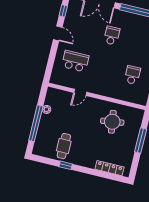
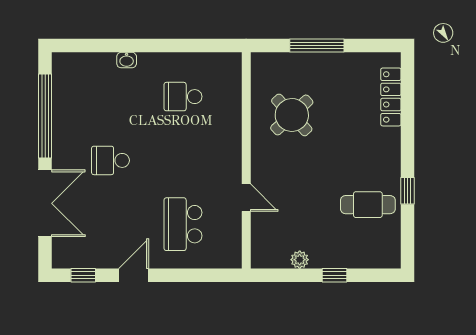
round table: (112, 122) -> (292, 115), turned -35
window: (36, 123) -> (334, 275), width x0.32

